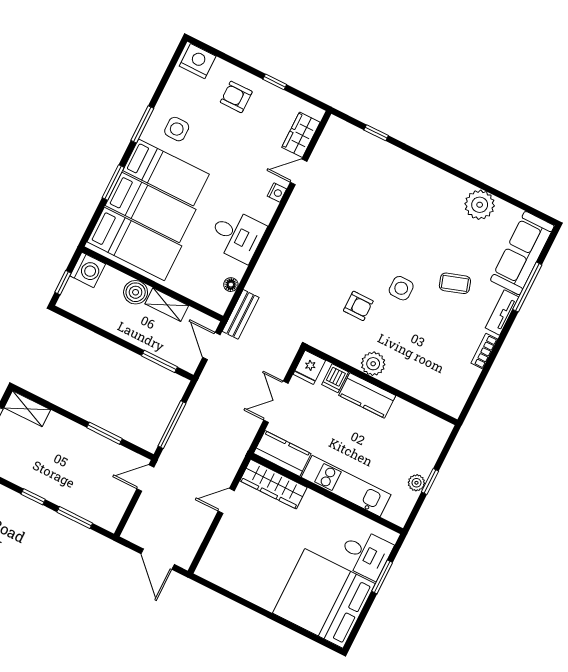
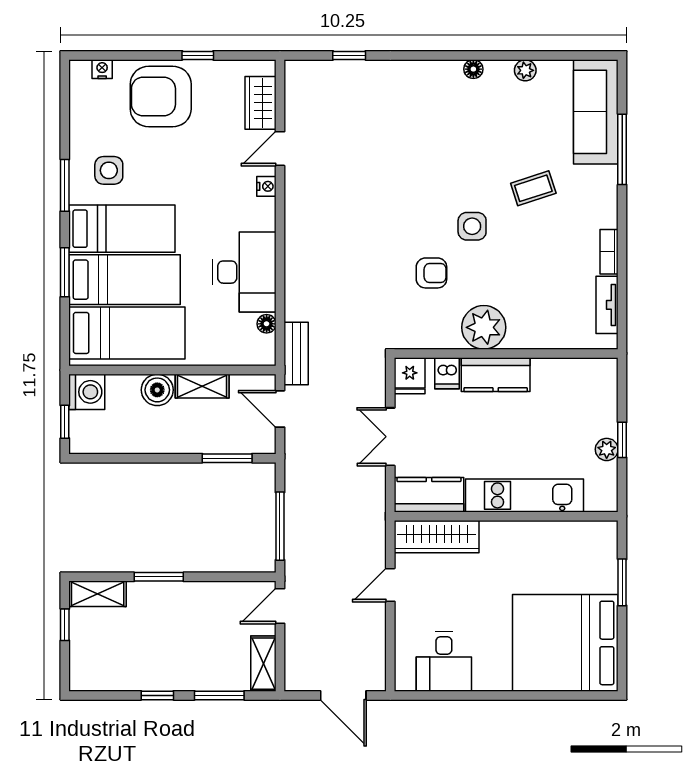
nightstand: (198, 61) -> (102, 69), width x0.53, depth x0.56
armchair: (236, 97) -> (161, 96), width x1.88, depth x1.88
floor lamp: (455, 183) -> (473, 69), added
plant: (480, 205) -> (525, 70), width x0.53, depth x0.53
desk: (237, 235) -> (244, 272), width x1.37
tv unit: (502, 312) -> (607, 305), moved
plant: (373, 364) -> (484, 327), width x1.36, depth x1.36
window: (105, 433) -> (159, 577), moved
shelving: (115, 511) -> (263, 664), added
desk: (365, 554) -> (444, 662), moved, turned 90

